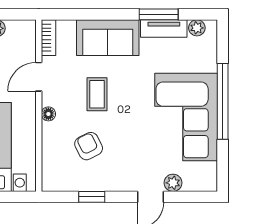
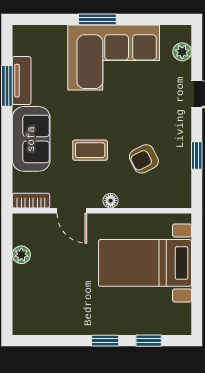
plant: (197, 28) -> (21, 46), removed
window: (223, 101) -> (97, 19), width x0.47
plant: (173, 183) -> (182, 52), moved

